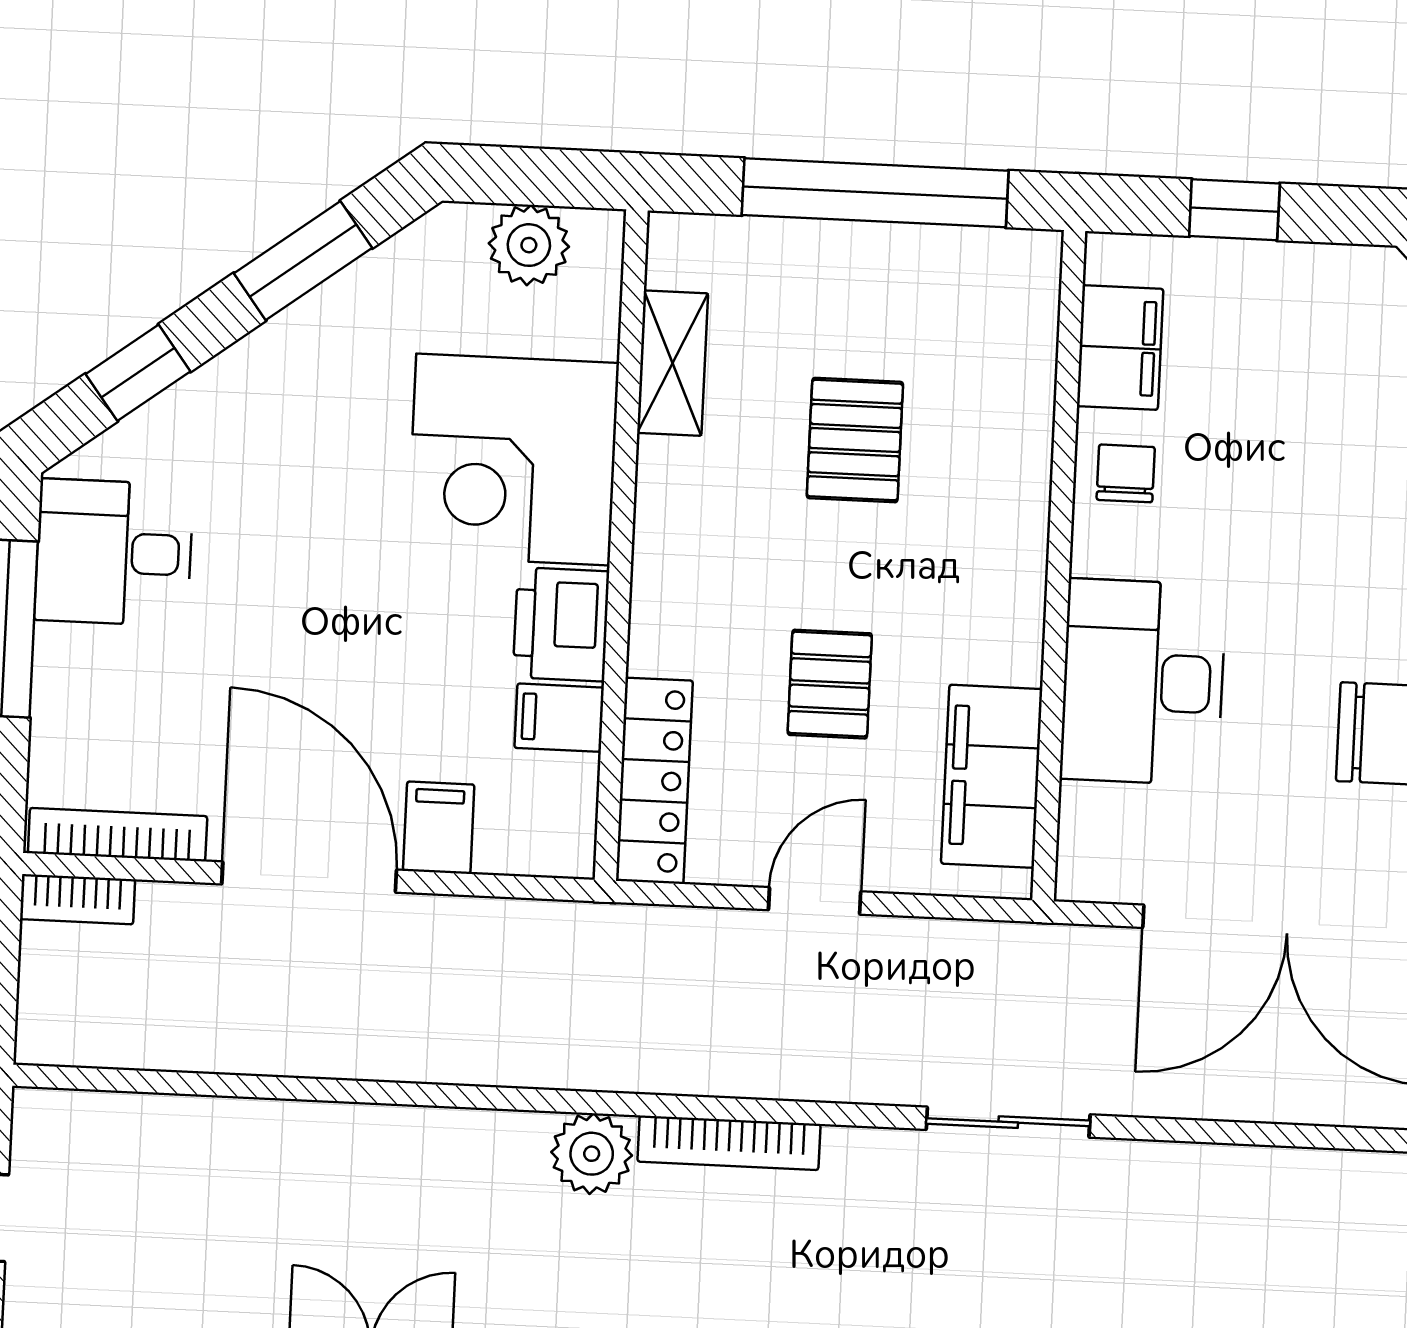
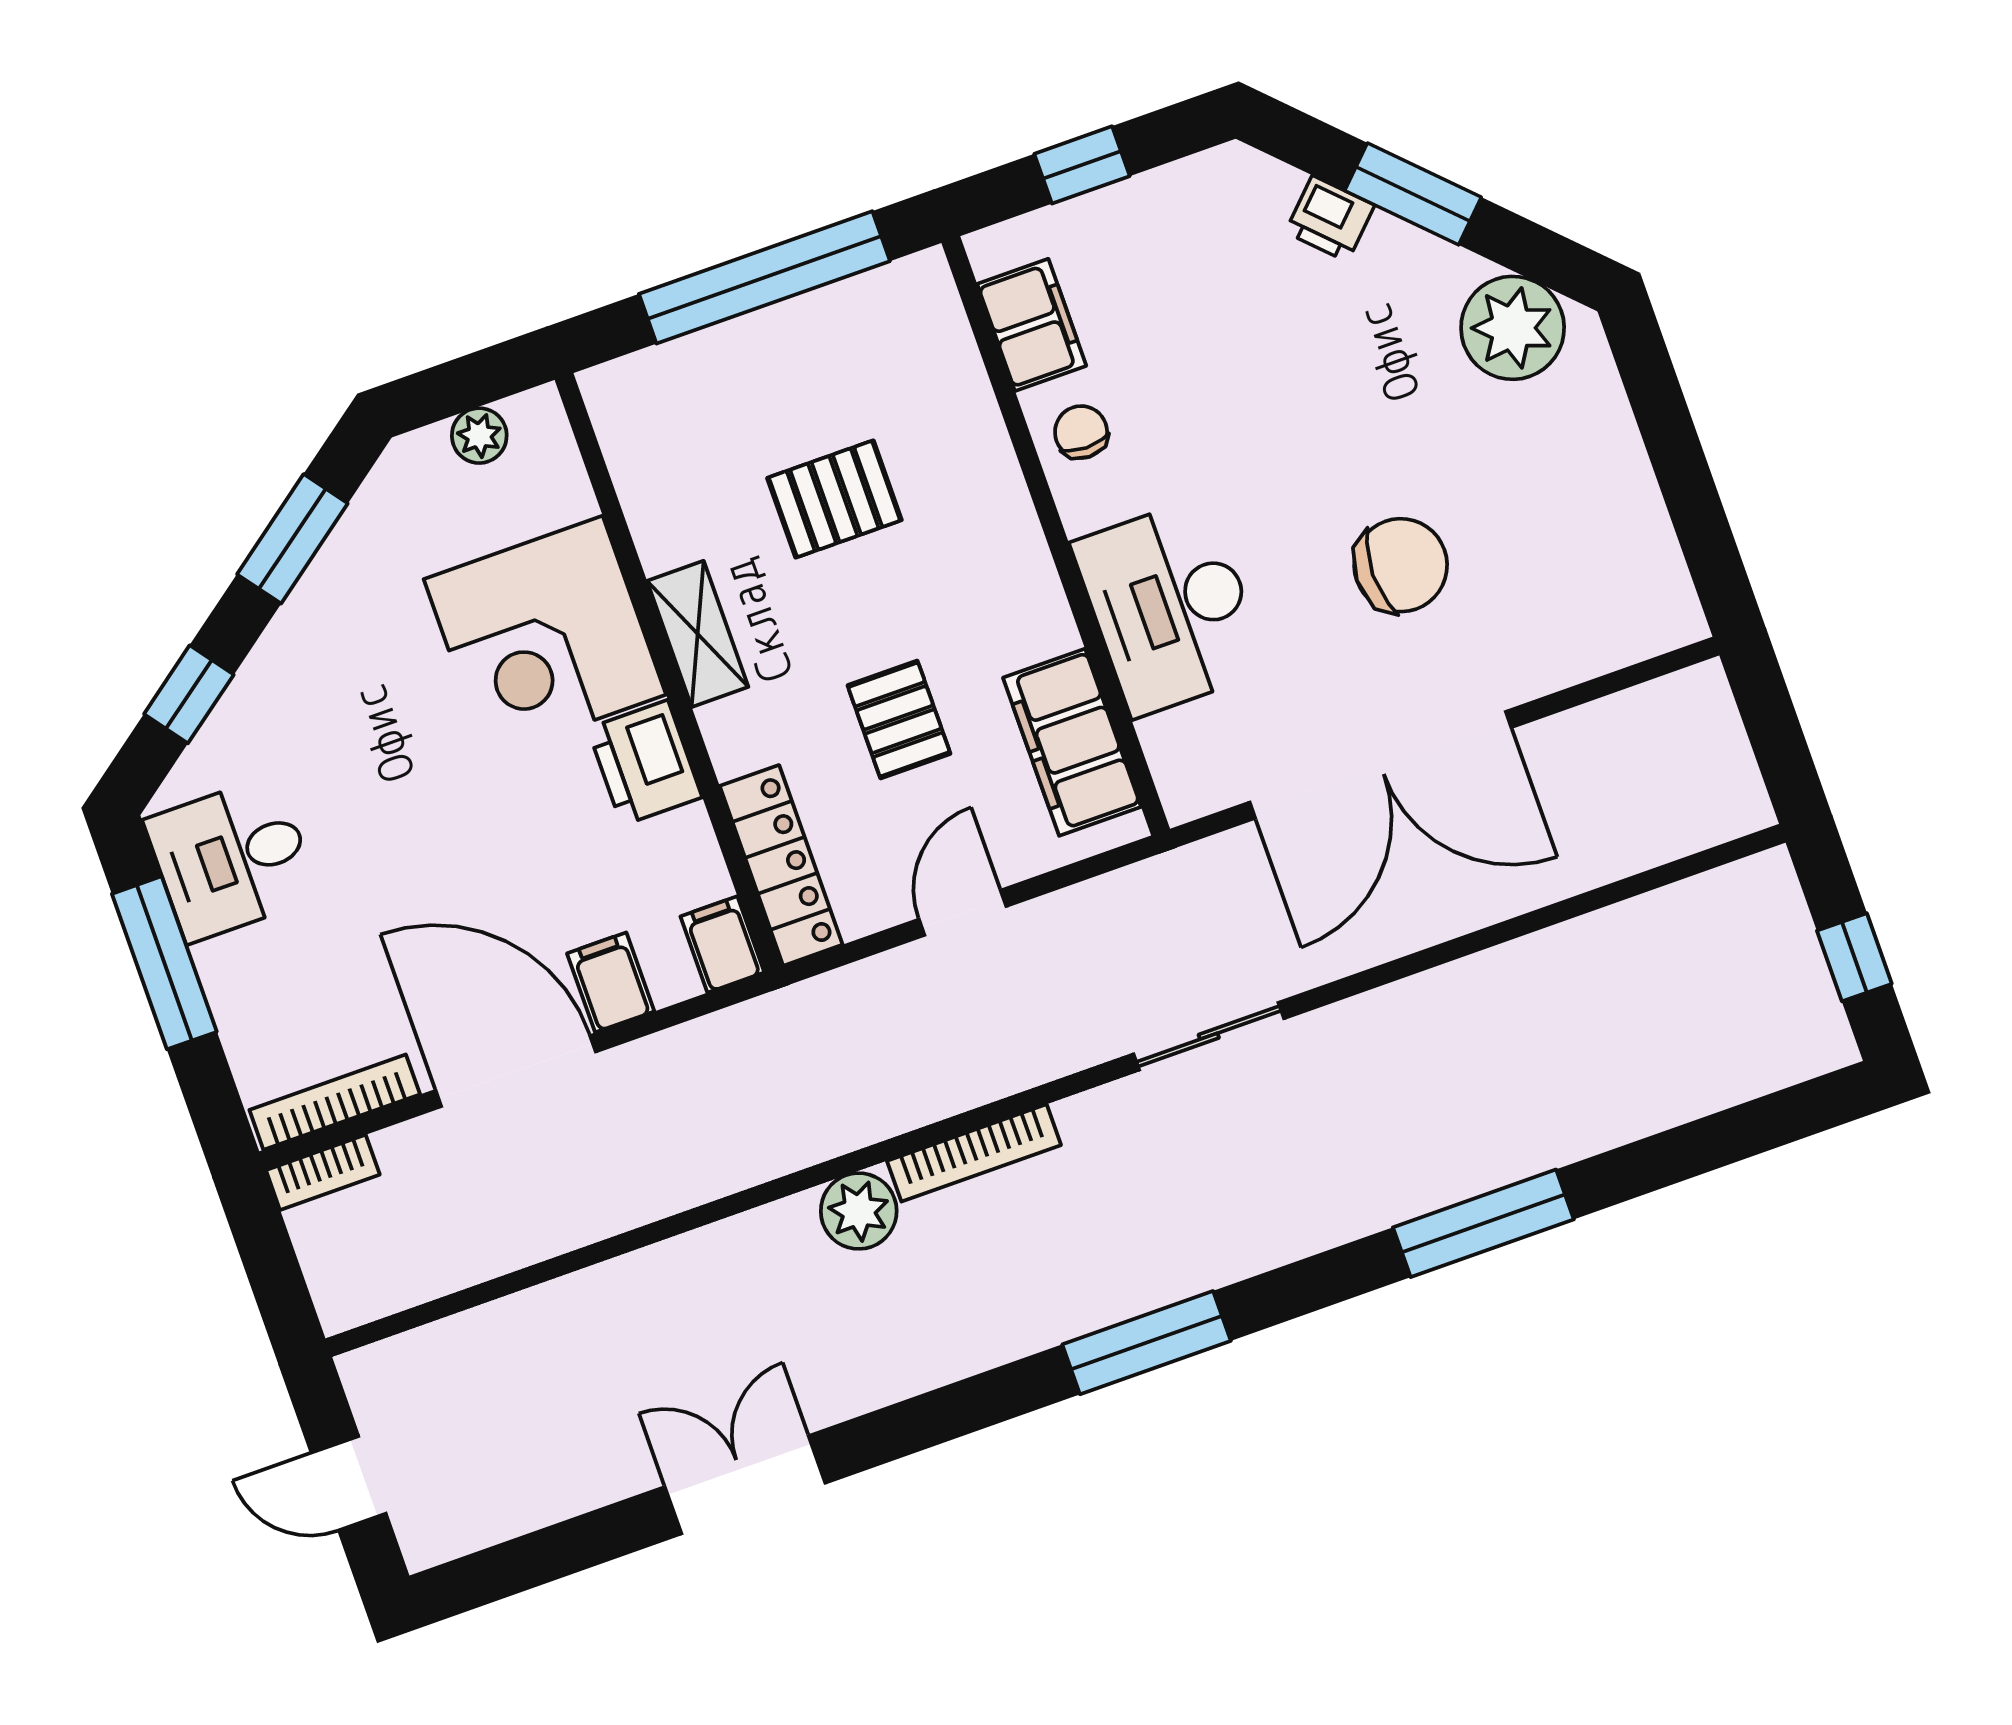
plant: (529, 245) -> (479, 436), width x0.73, depth x0.73
shelving: (673, 363) -> (698, 634), moved
pallet: (855, 440) -> (834, 499), turned 90
filing cabinet: (559, 718) -> (722, 944), moved, turned 90

